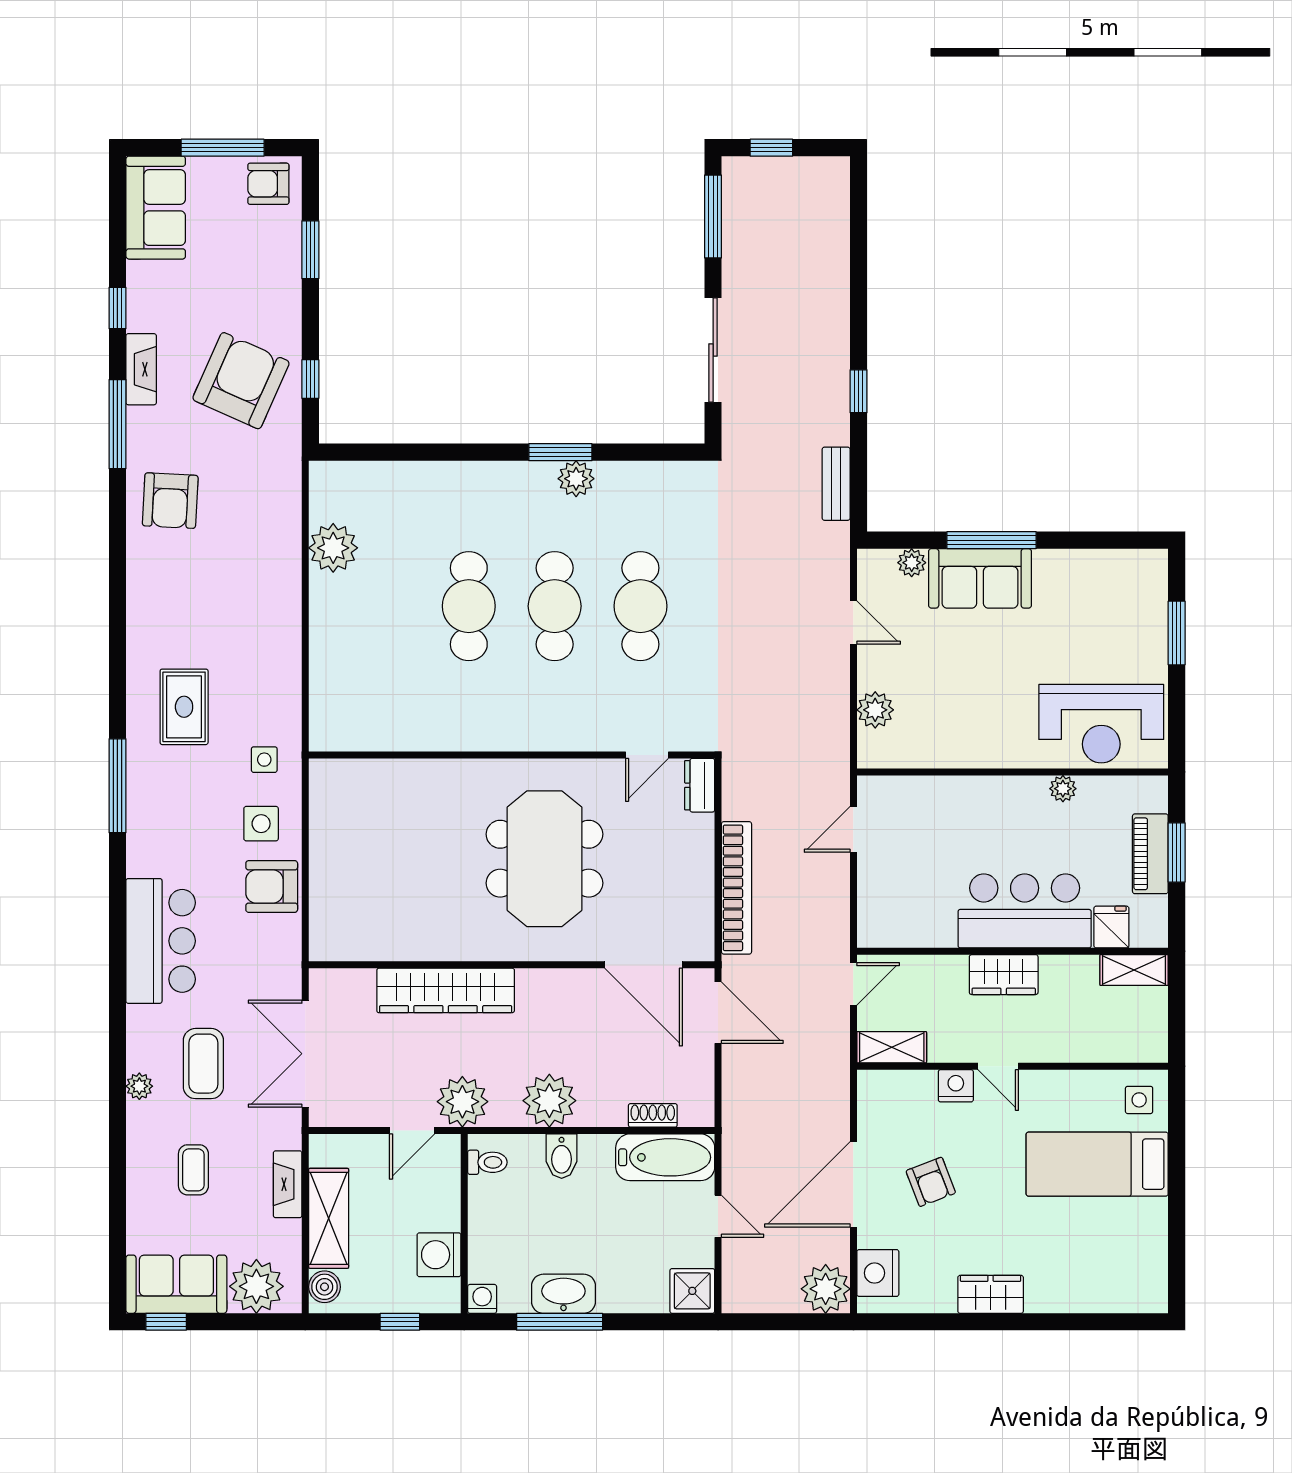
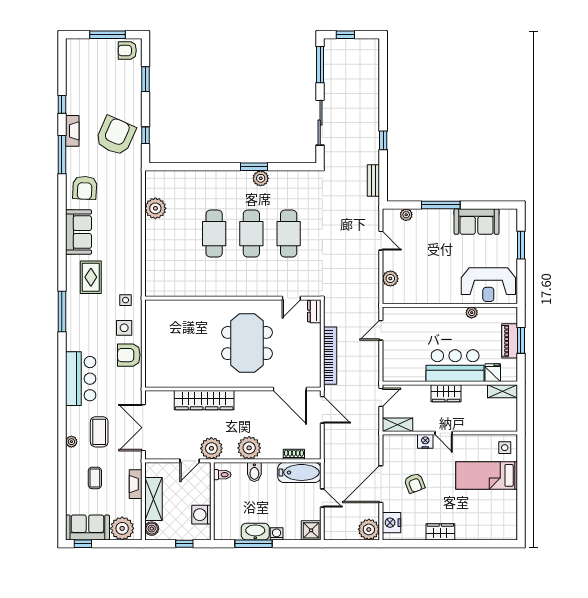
sofa: (156, 208) -> (78, 232), moved
sofa: (980, 578) -> (477, 222), moved
washing machine: (482, 1299) -> (277, 534), moved

